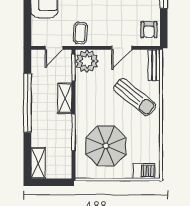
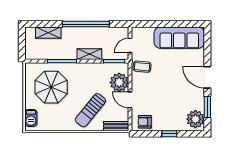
door: (54, 48) -> (130, 45), hinge flipped
plant: (87, 61) -> (119, 82), moved
shelving: (38, 163) -> (48, 33), moved

